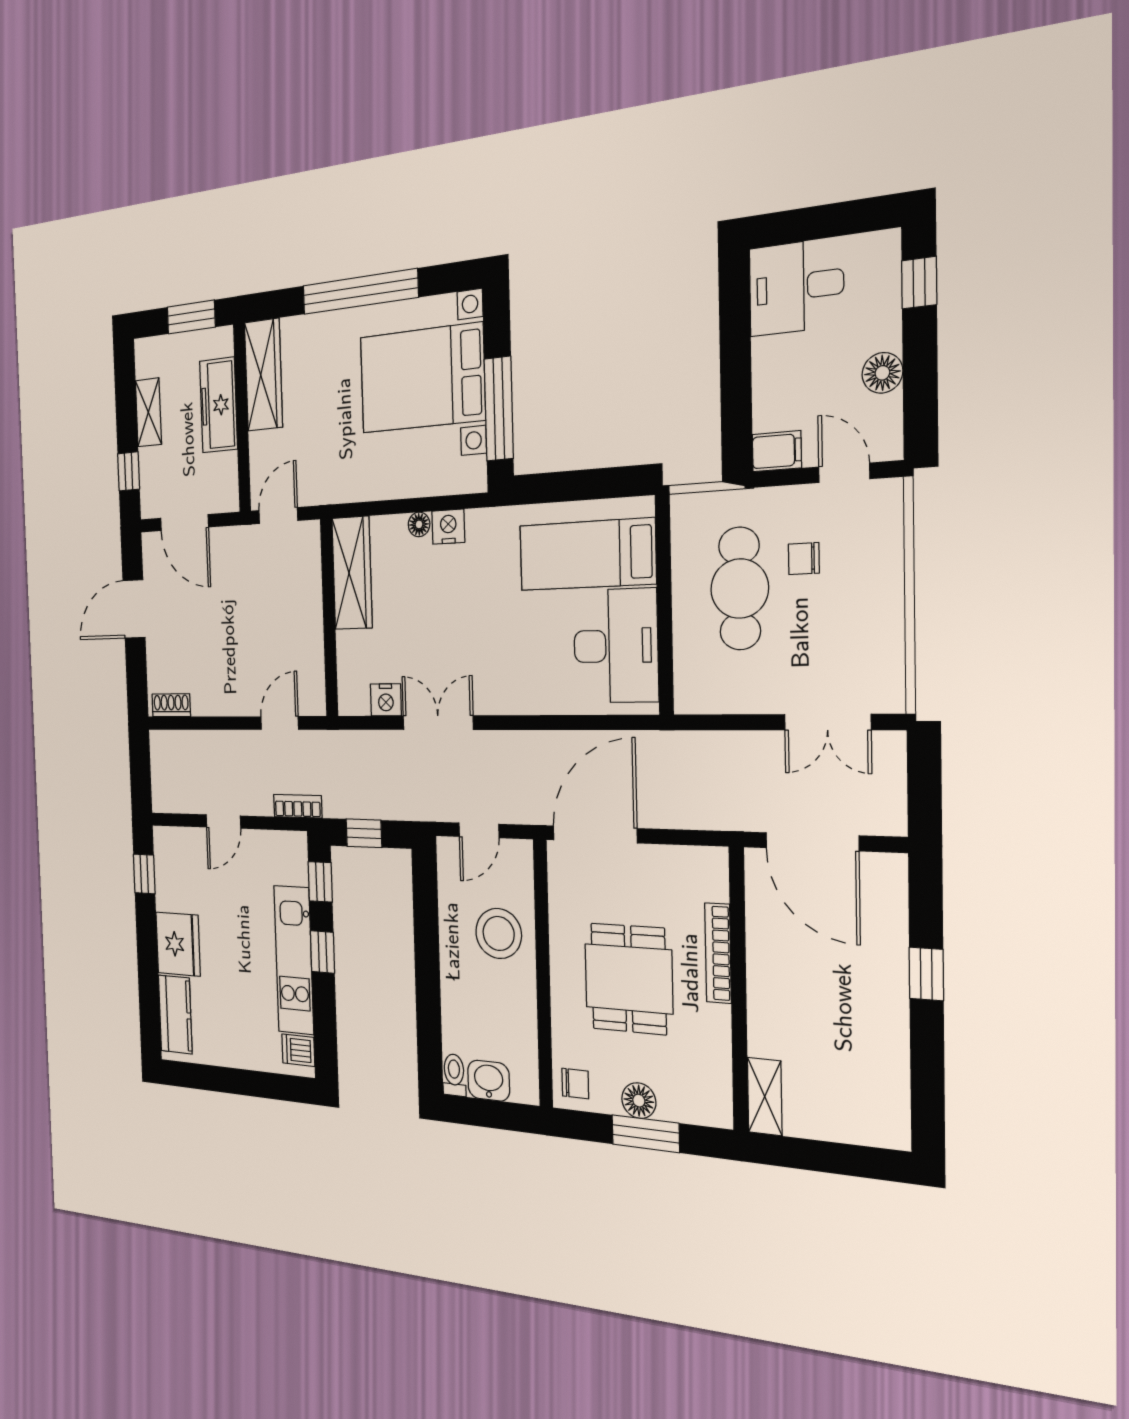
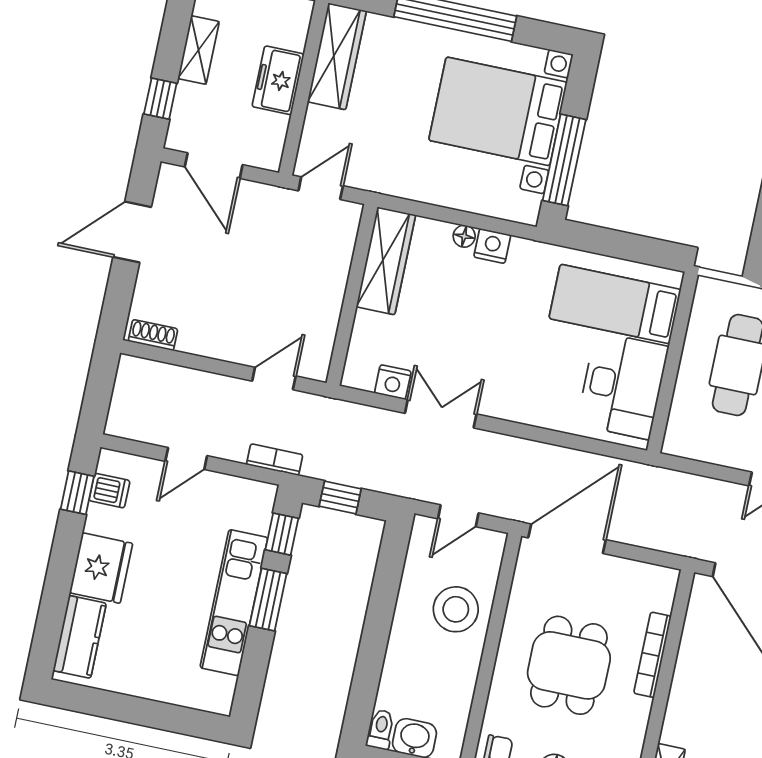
freezer: (218, 405) -> (278, 80), width x0.71
window: (323, 952) -> (268, 600), width x1.50
dishwasher: (298, 1050) -> (109, 491), moved, turned 180

